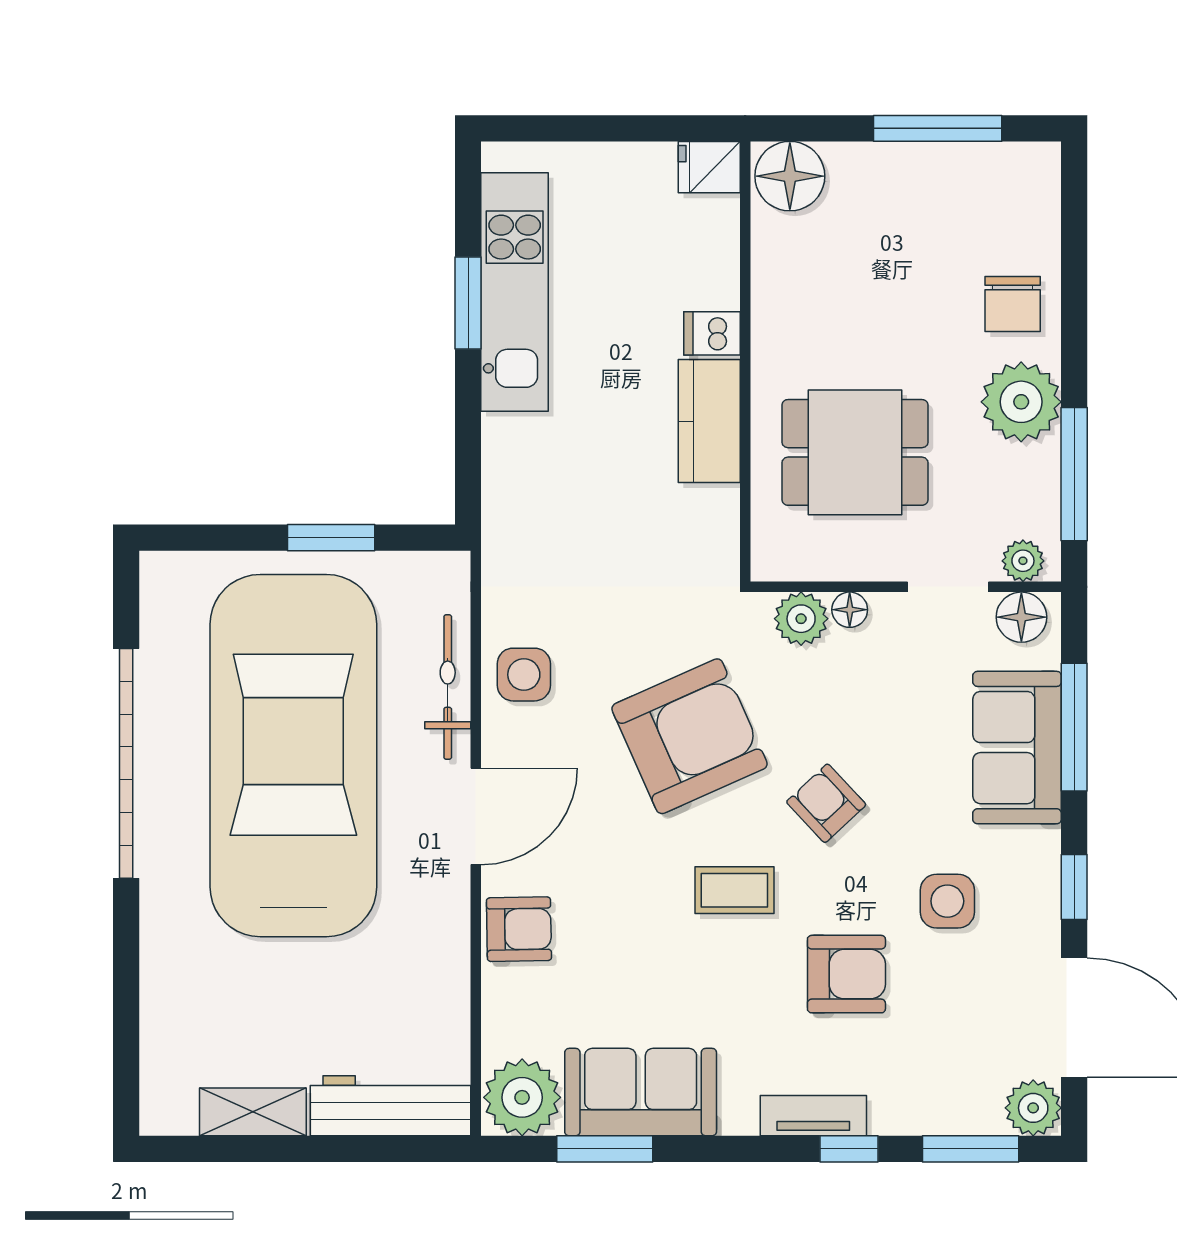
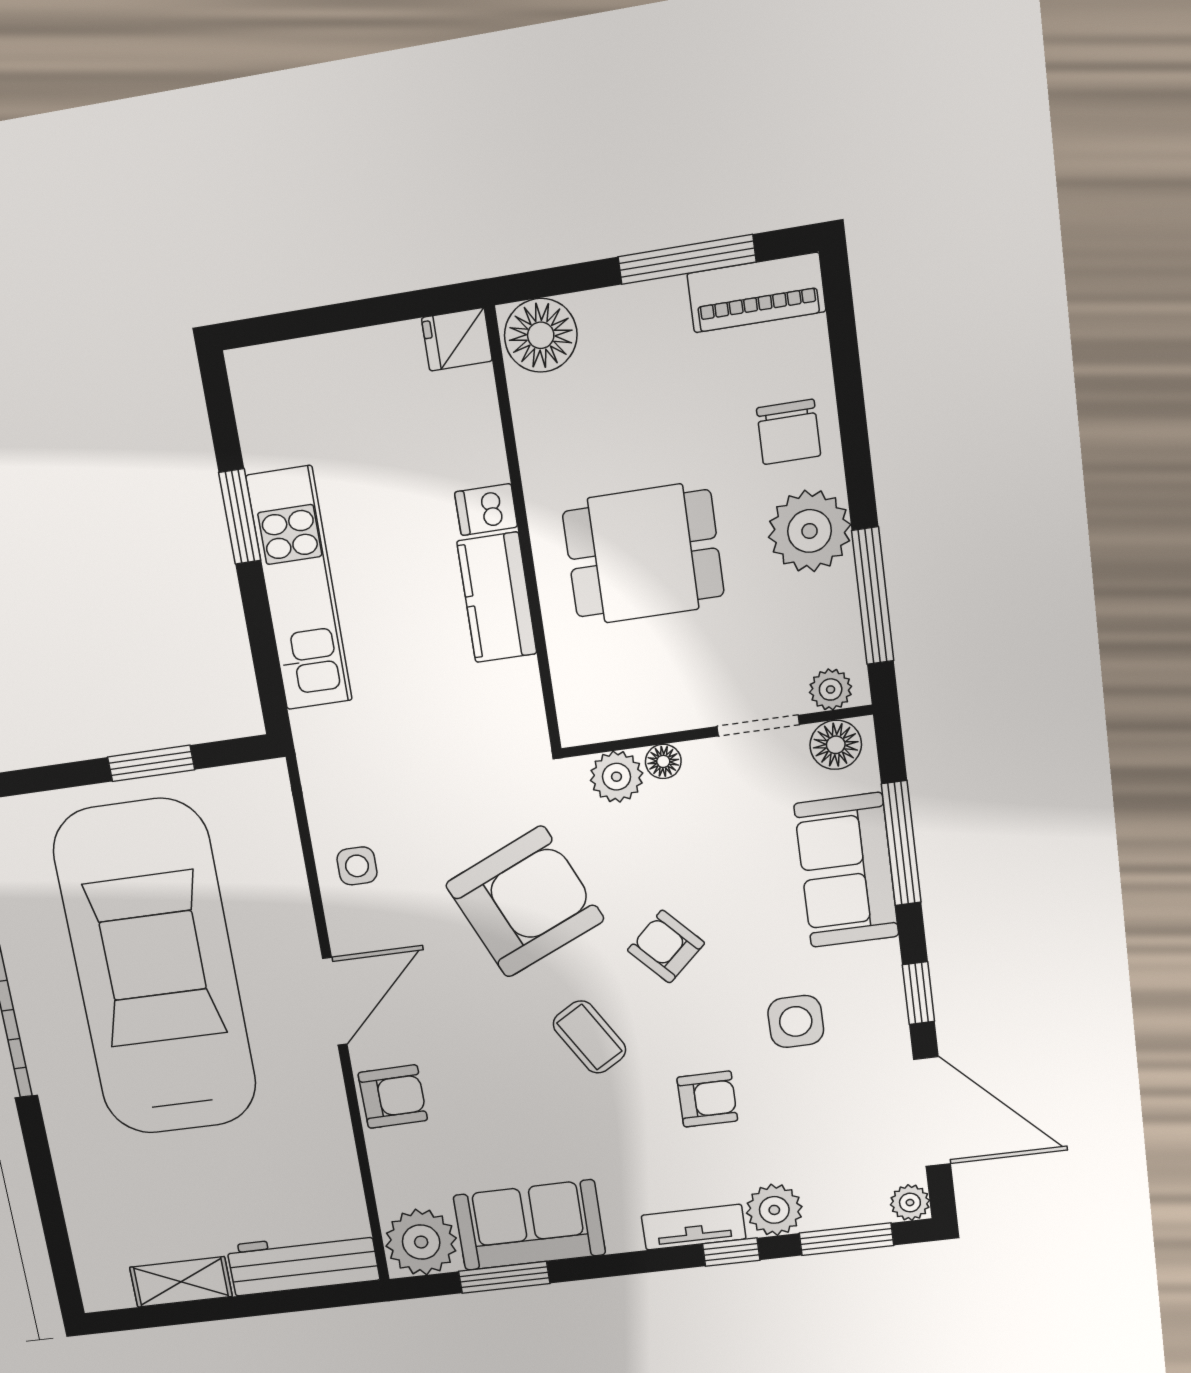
piano: (999, 169) -> (756, 293), added
kitchen unit: (515, 292) -> (299, 589), moved
dining table: (855, 452) -> (643, 554), moved
side table: (524, 675) -> (357, 866), width x0.73, depth x0.73
bicycle: (448, 687) -> (287, 887), removed
coffee table: (734, 890) -> (589, 1037), turned 59
armchair: (846, 974) -> (707, 1099), width x0.72, depth x0.72
plant: (900, 1107) -> (774, 1210), added
plant: (1033, 1108) -> (910, 1203), width x0.73, depth x0.73

